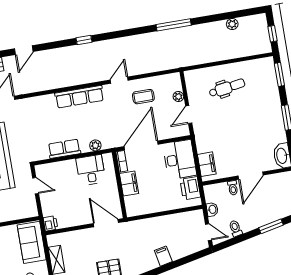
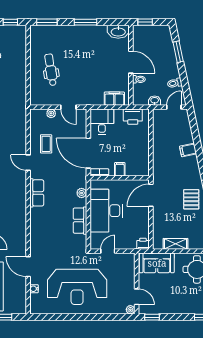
row of seats: (79, 97) -> (37, 193), width x0.68
desk: (180, 160) -> (102, 122), width x0.73
desk: (91, 170) -> (106, 211), width x1.87, depth x1.30
filing cabinet: (129, 183) -> (120, 169), width x0.50

